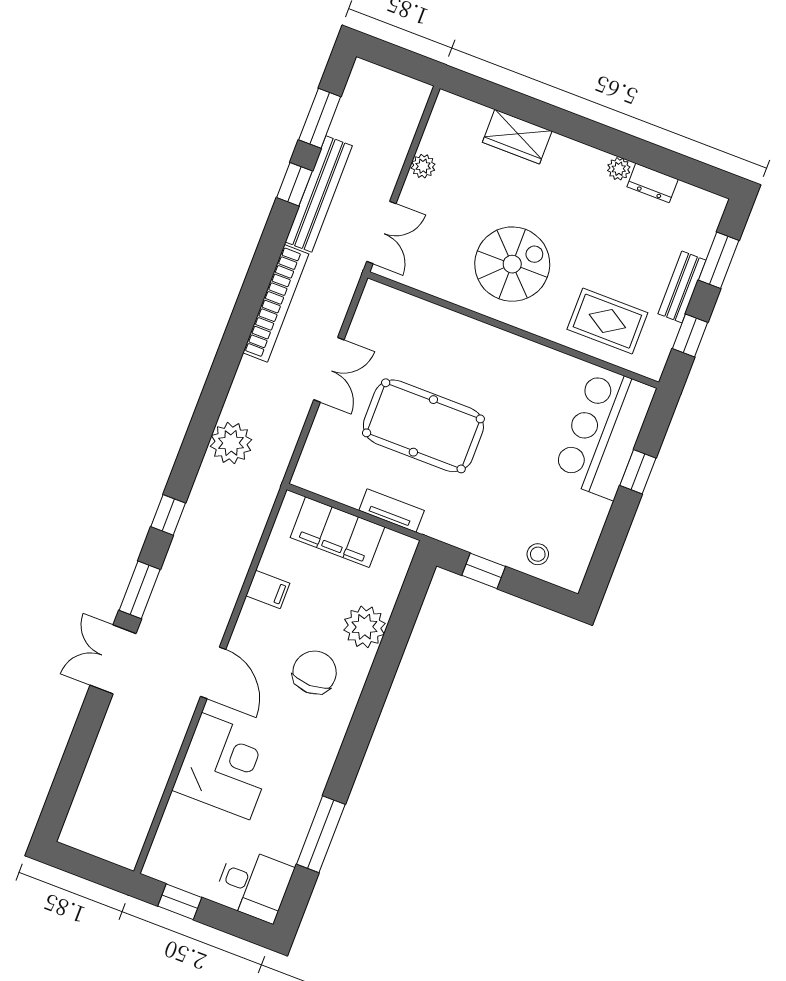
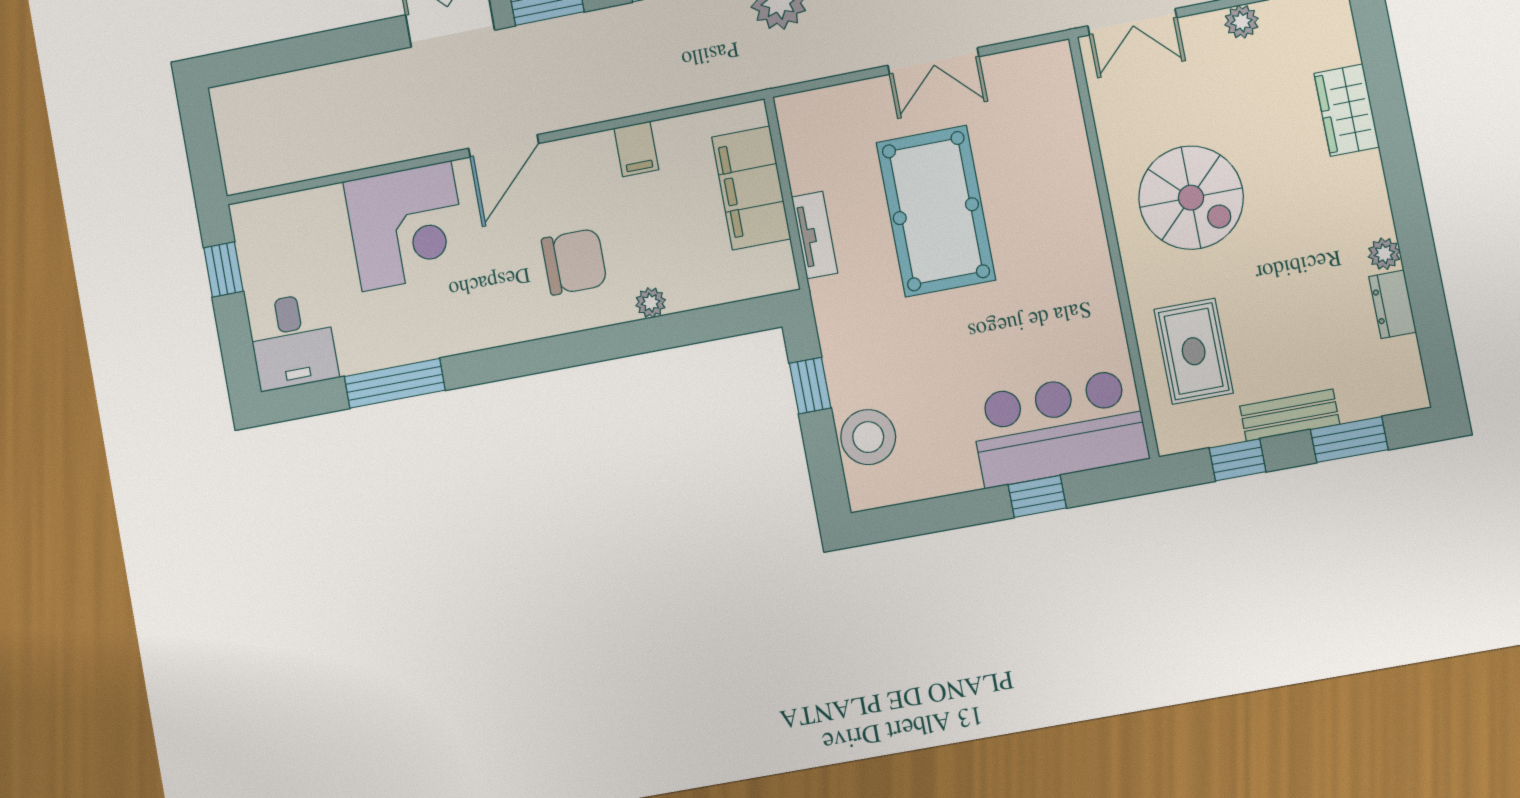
stool: (538, 554) -> (868, 437), width x1.89, depth x1.89
plant: (365, 627) -> (651, 303), width x0.53, depth x0.53

